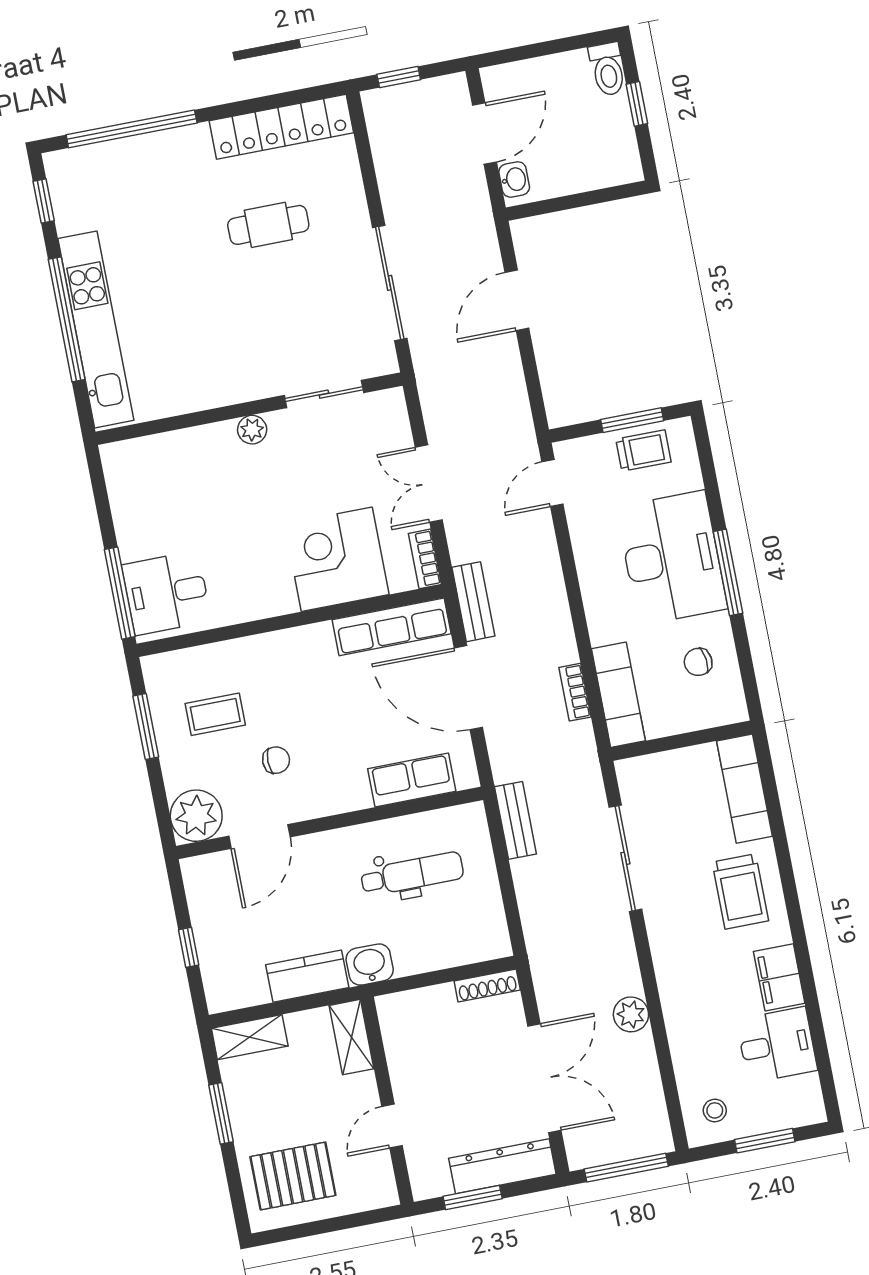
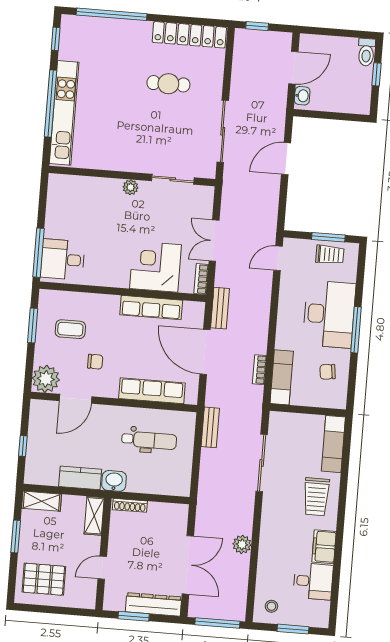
row of seats: (392, 627) -> (151, 308), moved
row of seats: (412, 780) -> (152, 391), width x1.48
shoe rack: (487, 986) -> (130, 505), moved

